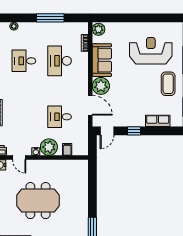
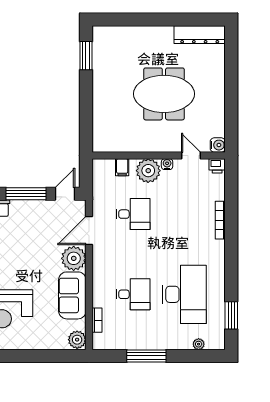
desk: (24, 61) -> (184, 294), width x1.87, depth x1.30
desk: (60, 61) -> (133, 294), width x0.73
door: (90, 105) -> (89, 231), hinge flipped
window: (134, 131) -> (26, 194), width x2.17

